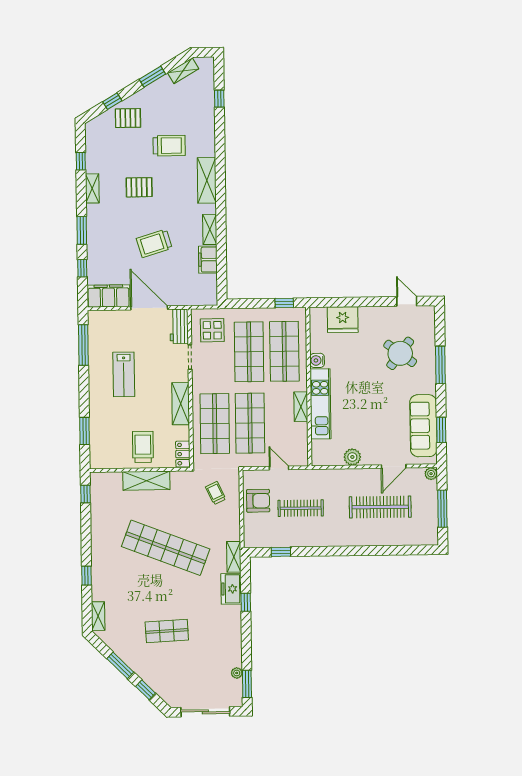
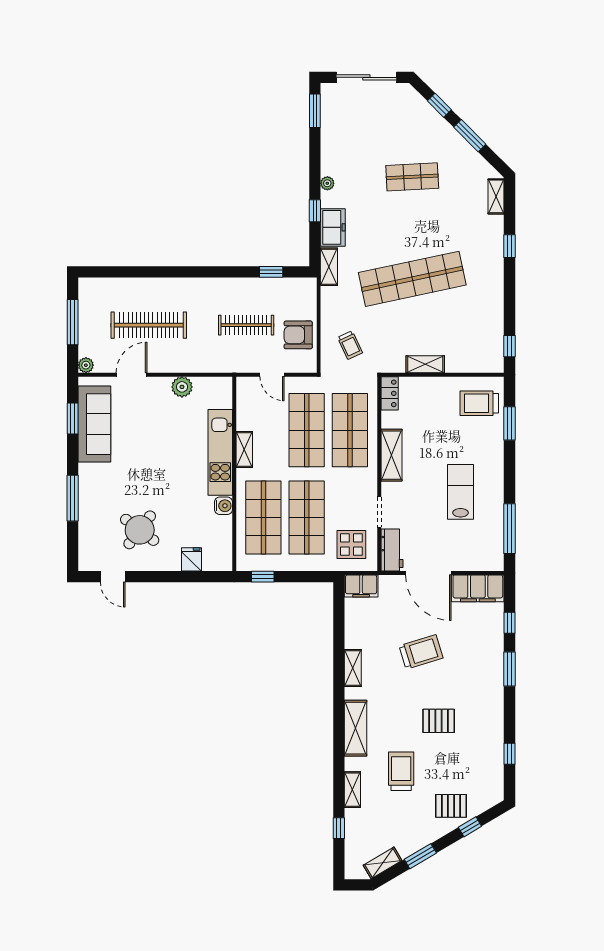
trolley: (169, 146) -> (401, 771), turned 90
shelving: (92, 188) -> (352, 790), moved
filing cabinet: (208, 260) -> (361, 586), moved, turned 90
fridge: (343, 320) -> (191, 559), width x0.53, depth x0.75
round table: (400, 353) -> (140, 530), moved
trolley: (143, 447) -> (479, 403), moved, turned 90
shelving: (146, 481) -> (425, 364), width x0.67, depth x0.75
shop shelf: (166, 548) -> (412, 279), turned -33
plant: (237, 673) -> (327, 183), moved

